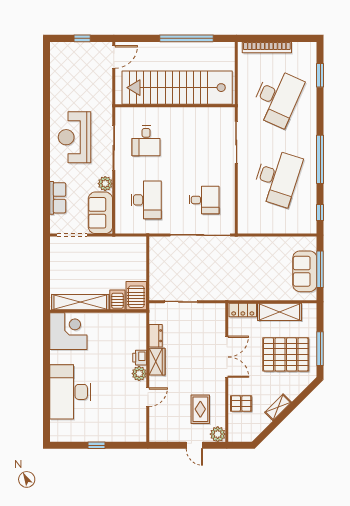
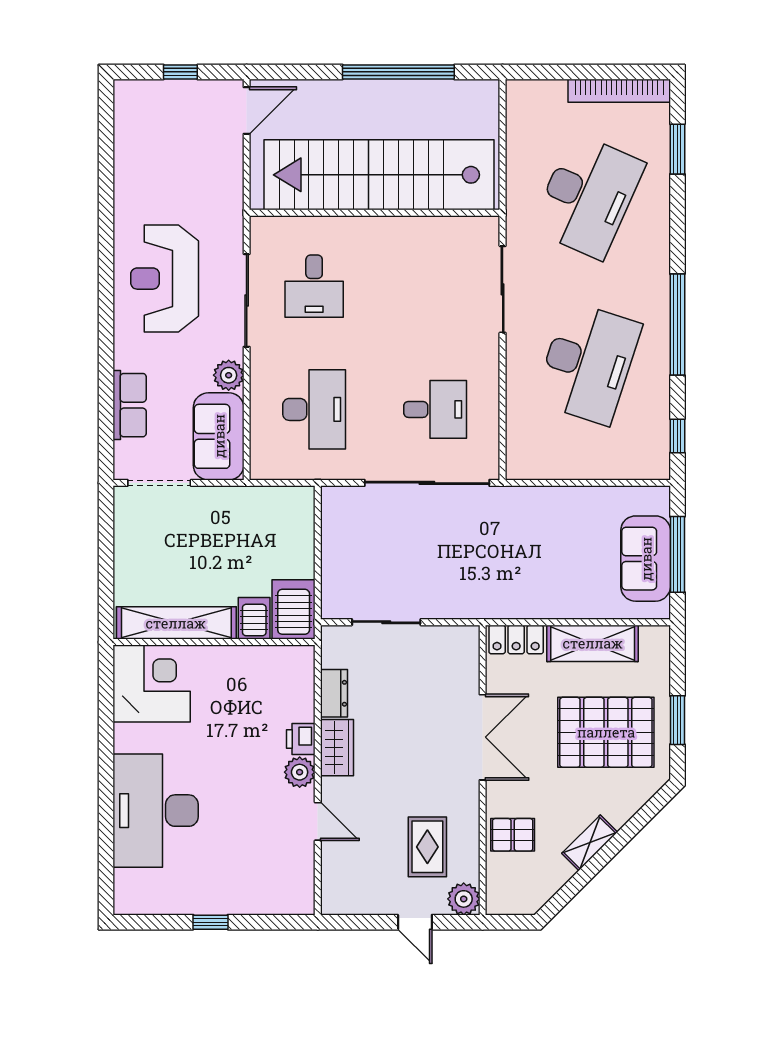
bookcase: (267, 47) -> (619, 91), moved
window: (320, 349) -> (677, 720), width x0.69
door: (148, 397) -> (318, 821), hinge flipped

